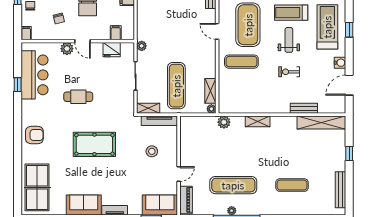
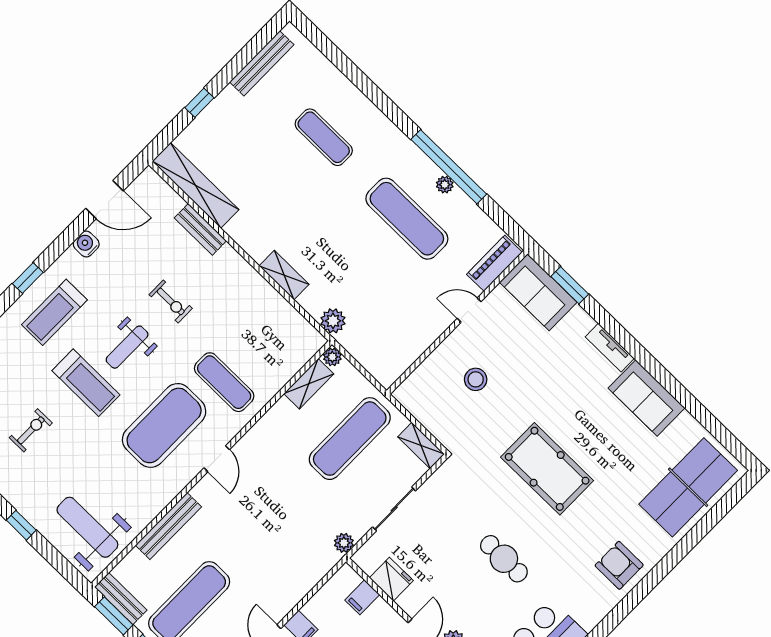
treadmill: (327, 27) -> (54, 312), width x0.73, depth x0.73
tv unit: (159, 121) -> (422, 412), removed

